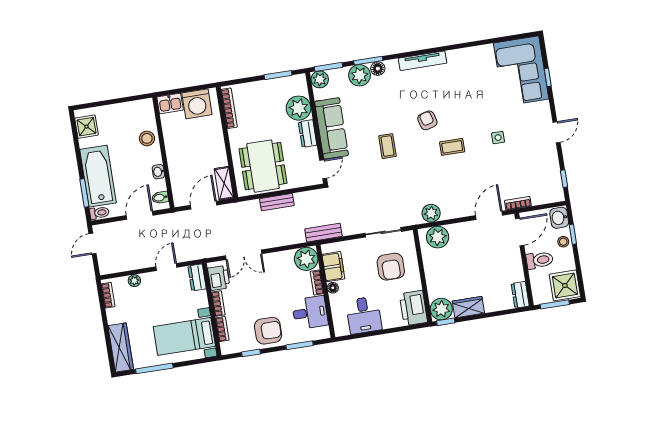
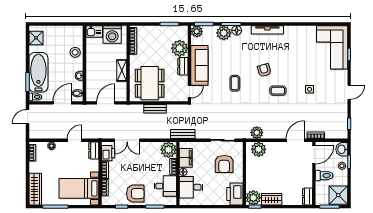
shelving: (224, 183) -> (122, 70), moved
desk: (364, 315) -> (191, 187), moved, turned 90

